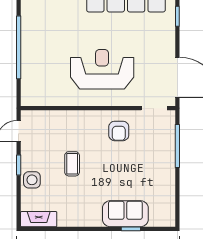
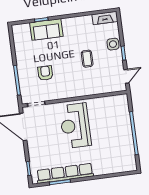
reception desk: (102, 69) -> (75, 126), turned 90
armchair: (119, 131) -> (45, 73), moved

